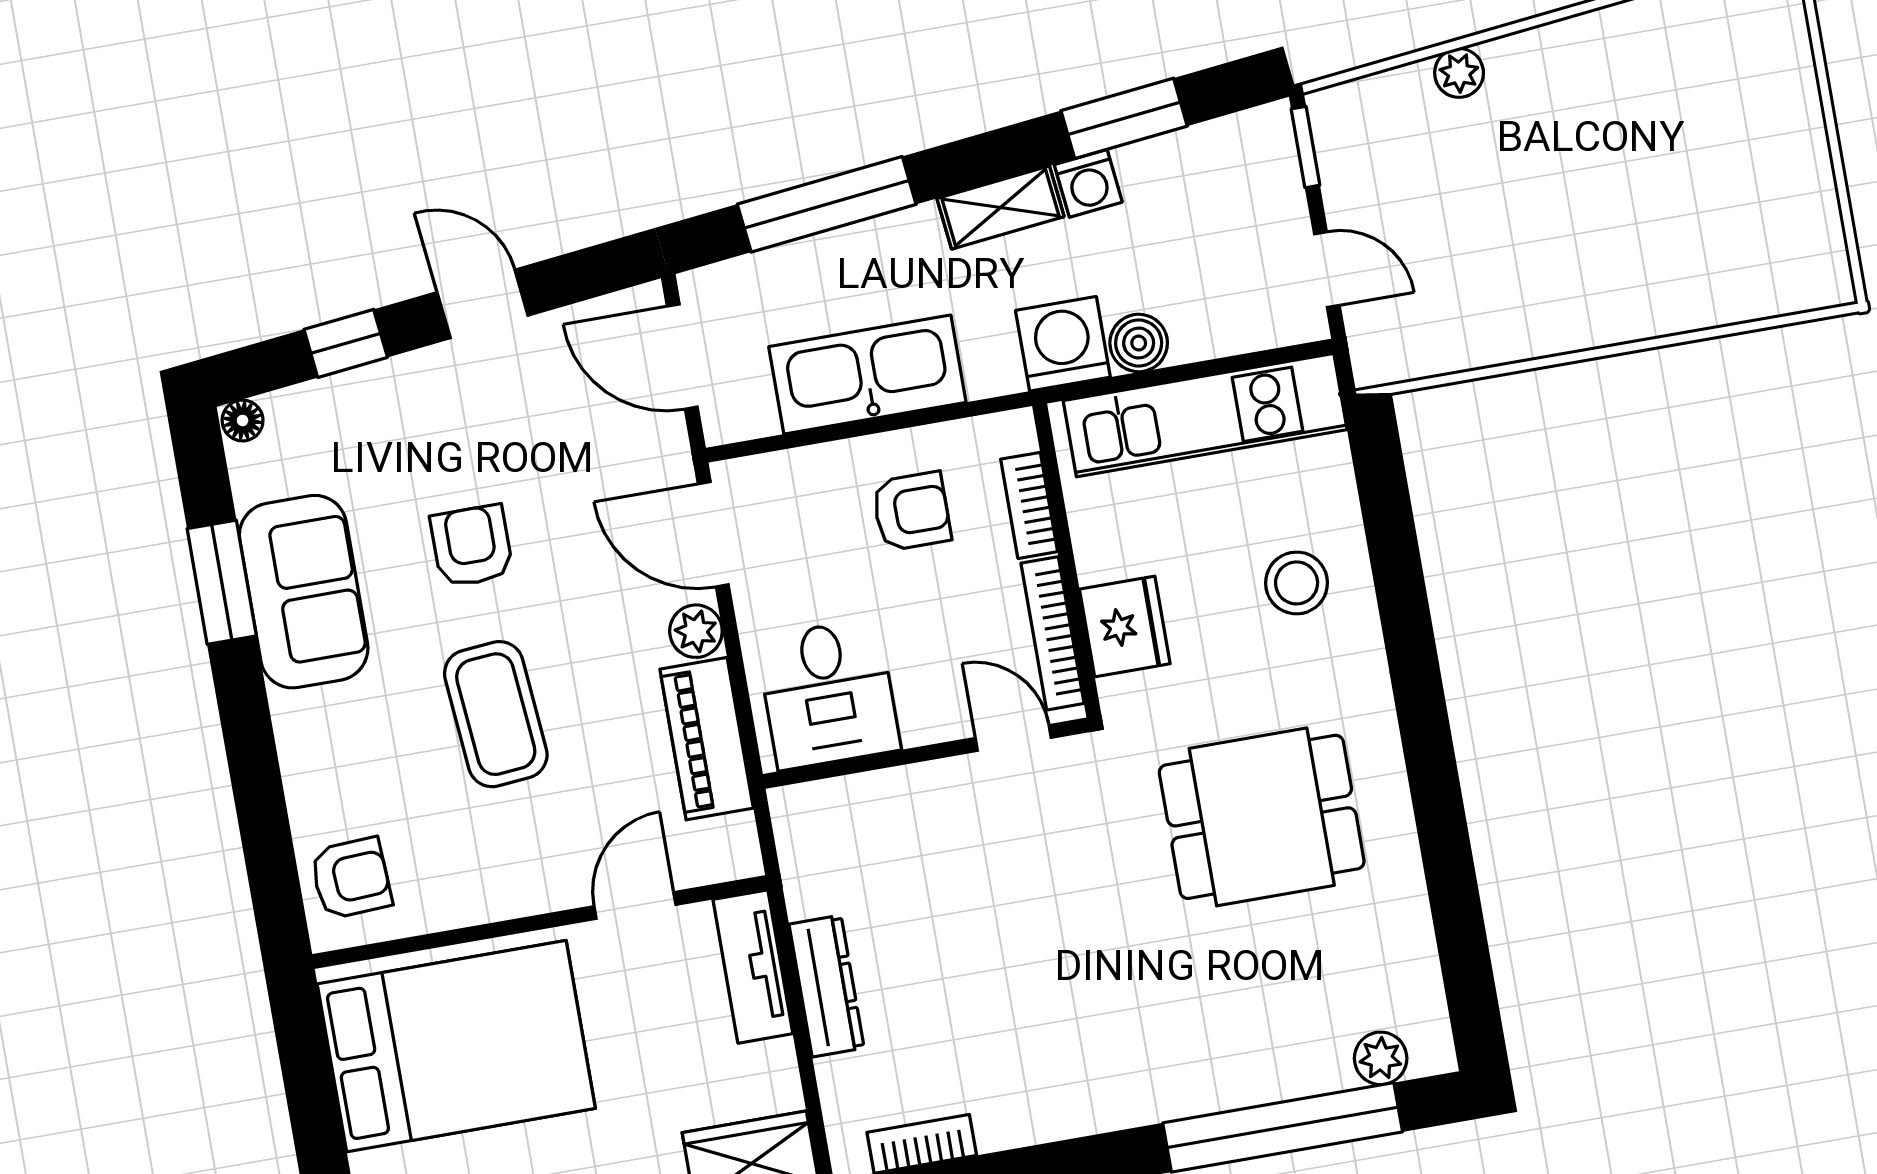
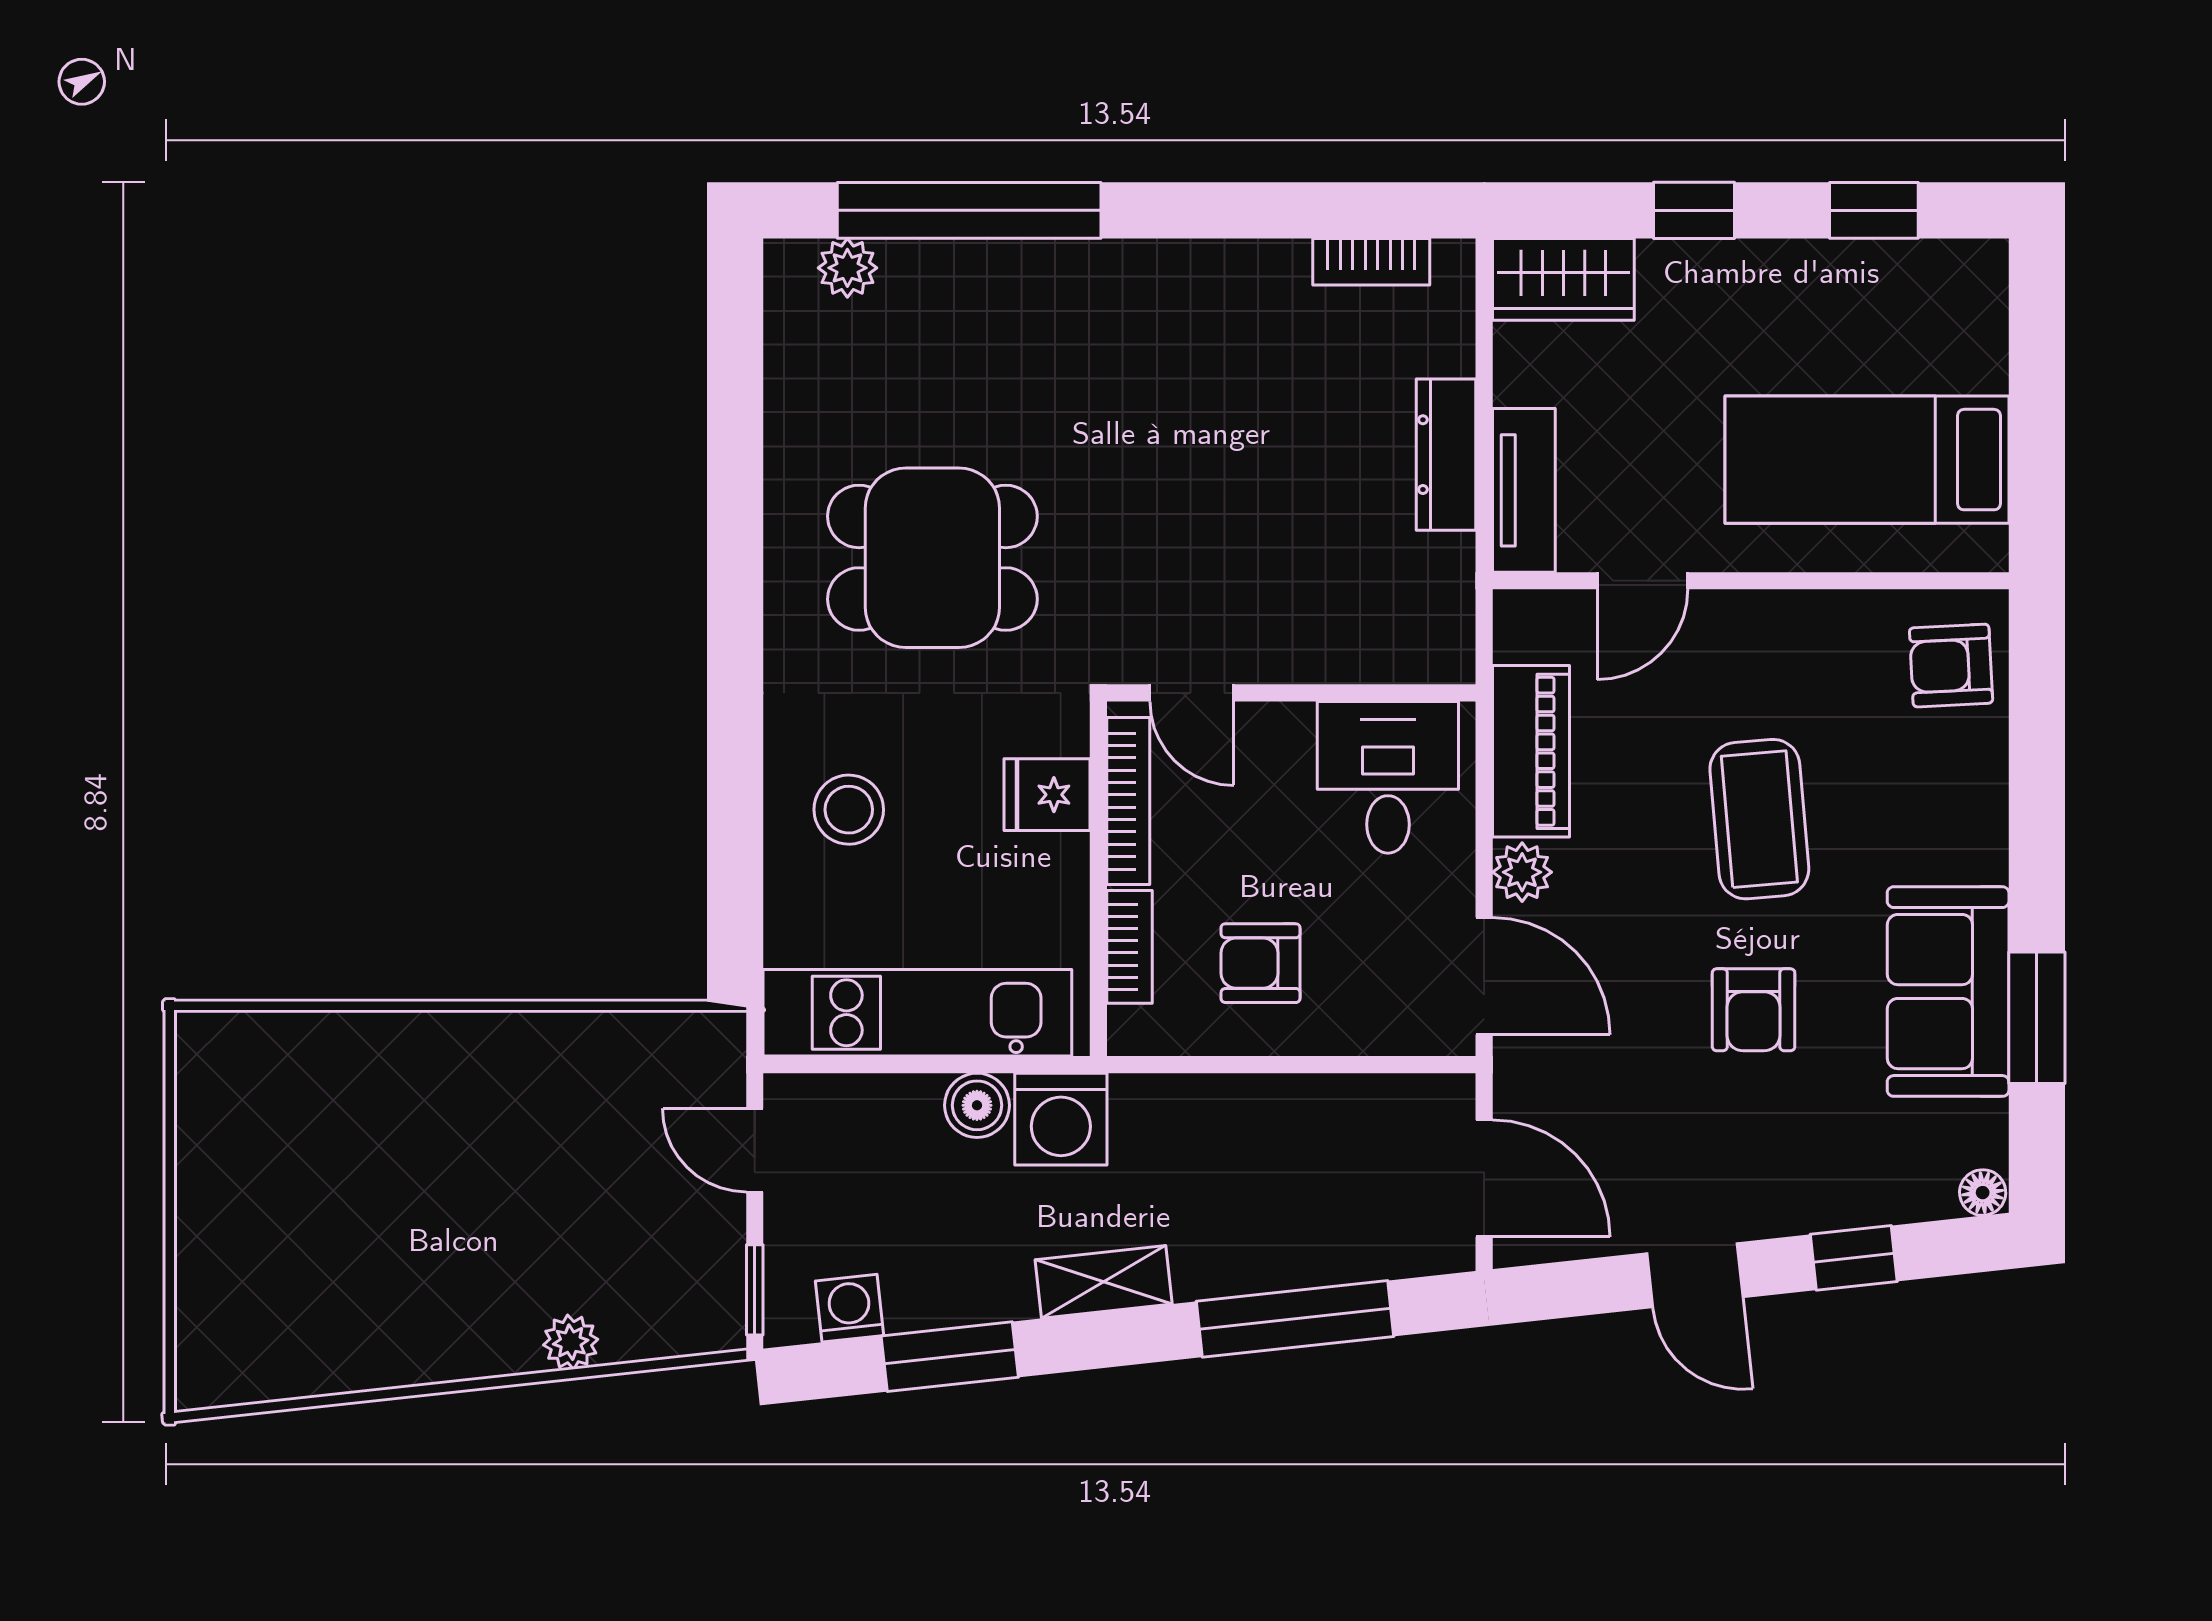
washing machine: (1088, 183) -> (850, 1308), moved
kitchen sink: (867, 375) -> (1283, 1123), removed
fridge: (1125, 626) -> (1047, 795), width x0.72
bed: (456, 1046) -> (1867, 460), width x0.67

